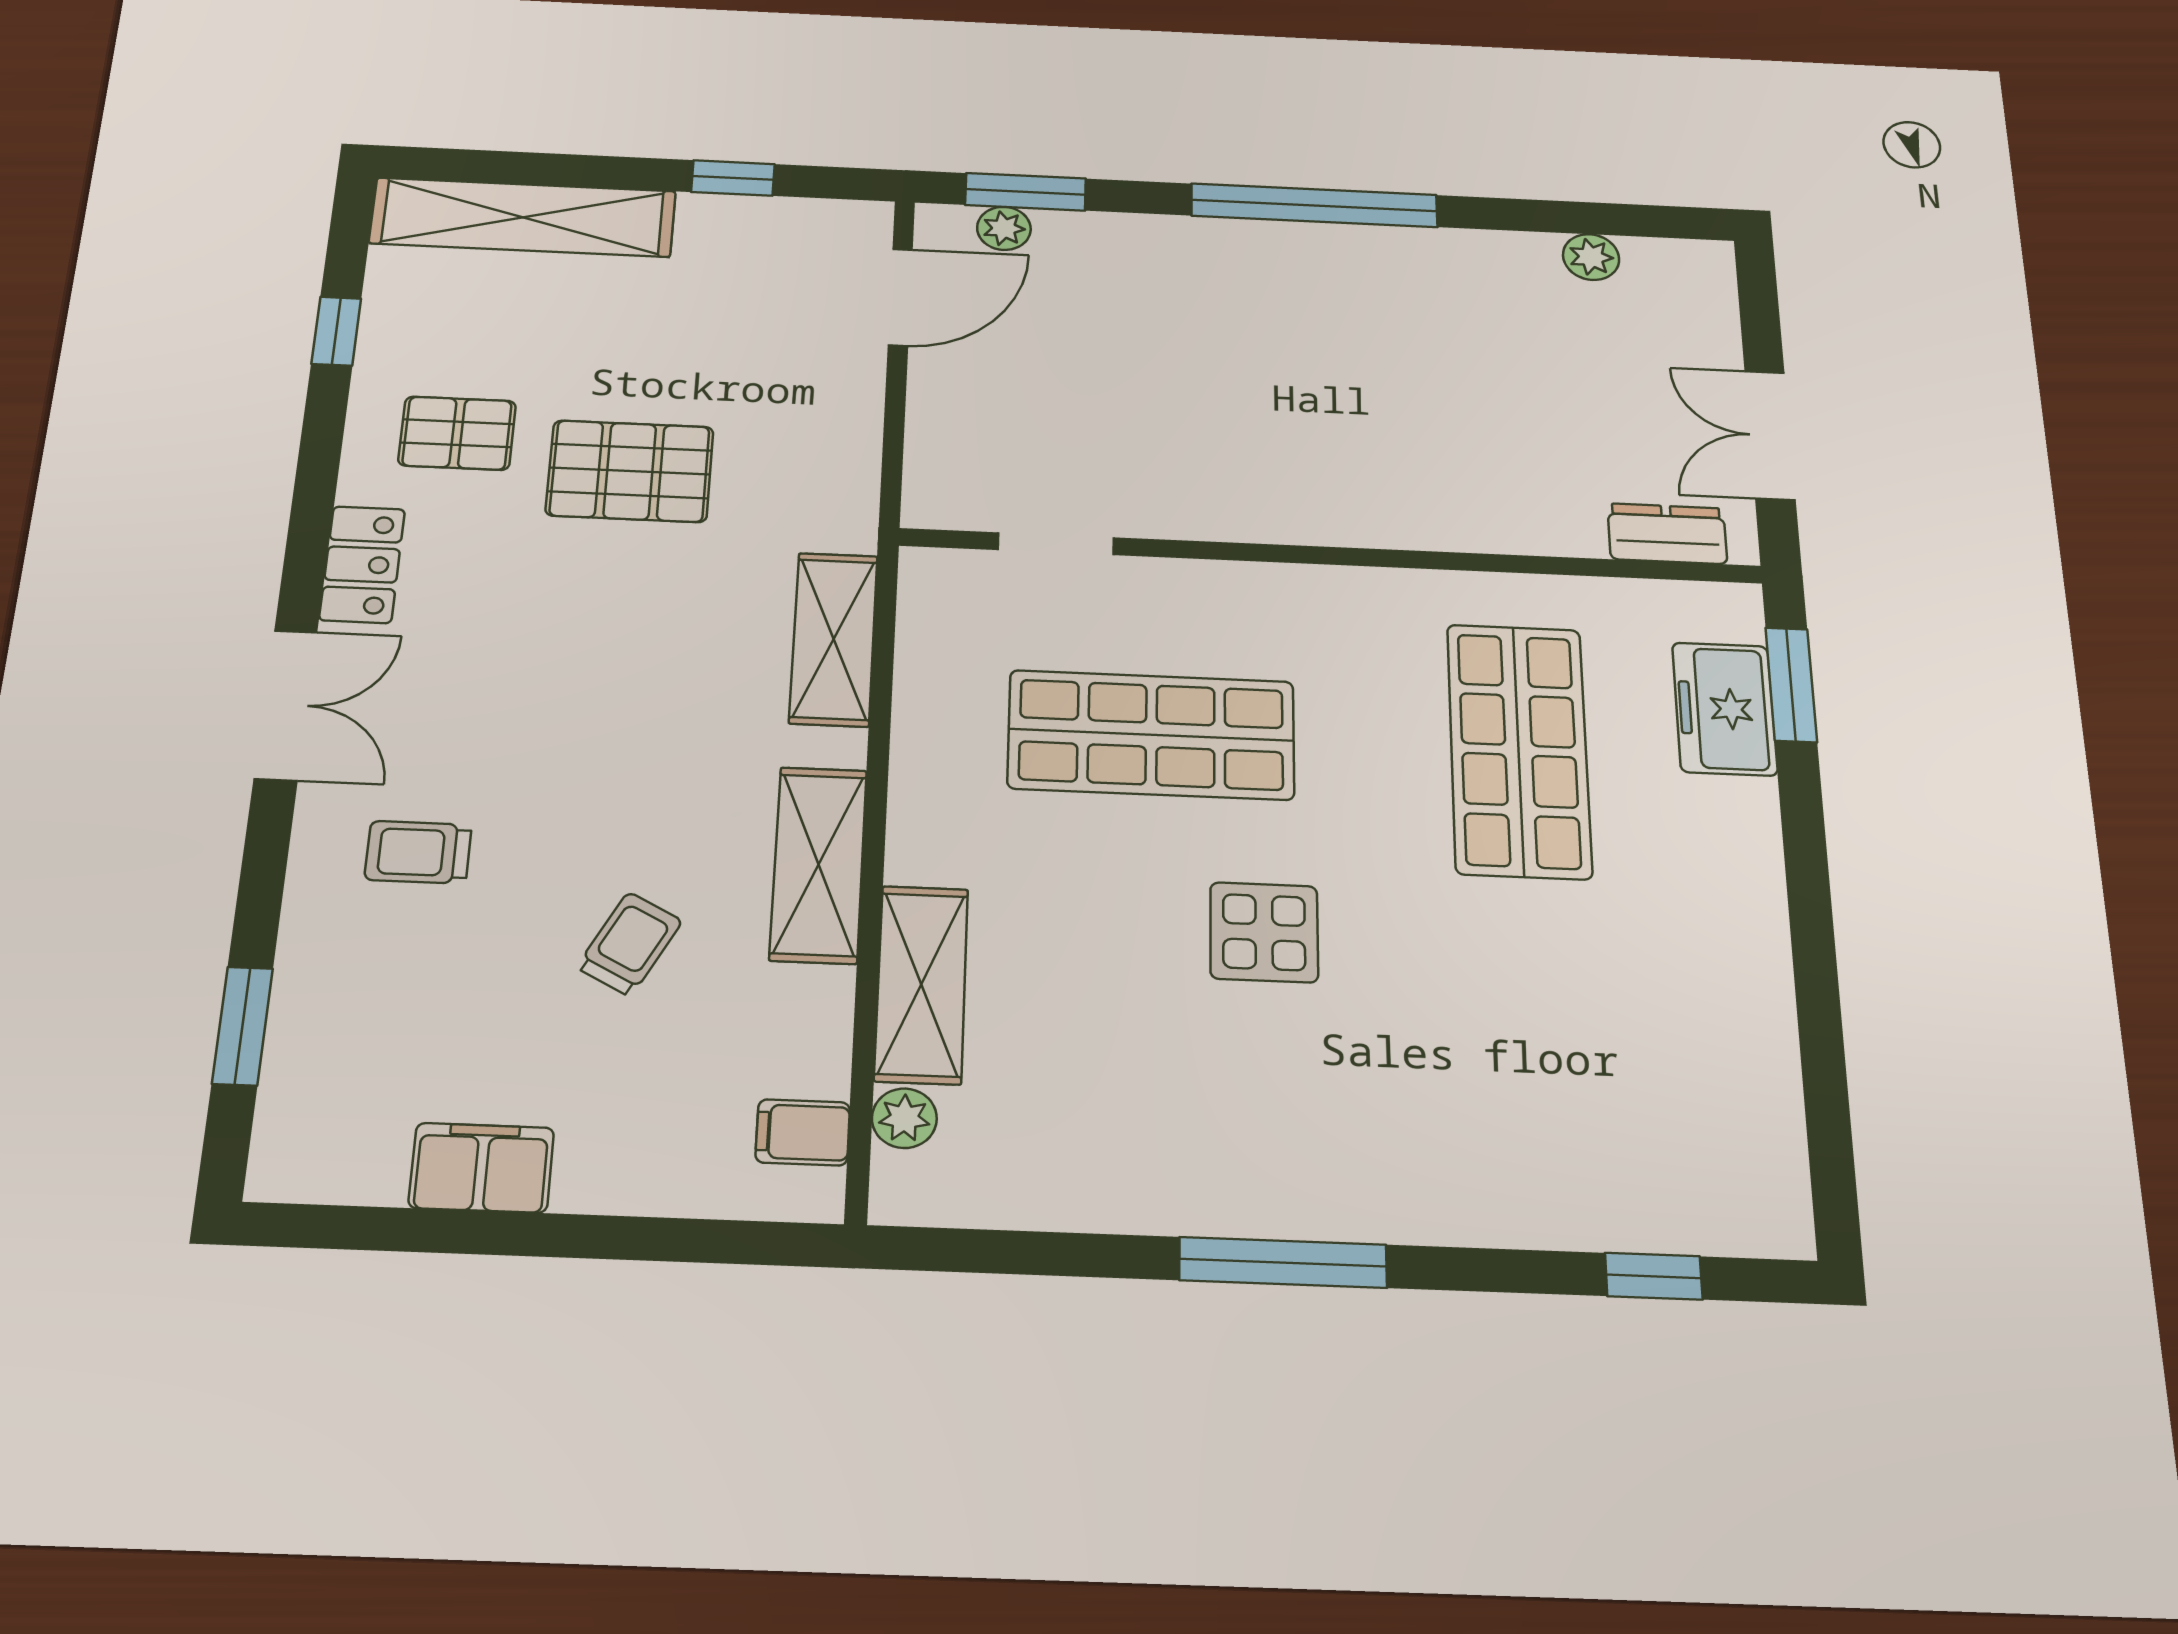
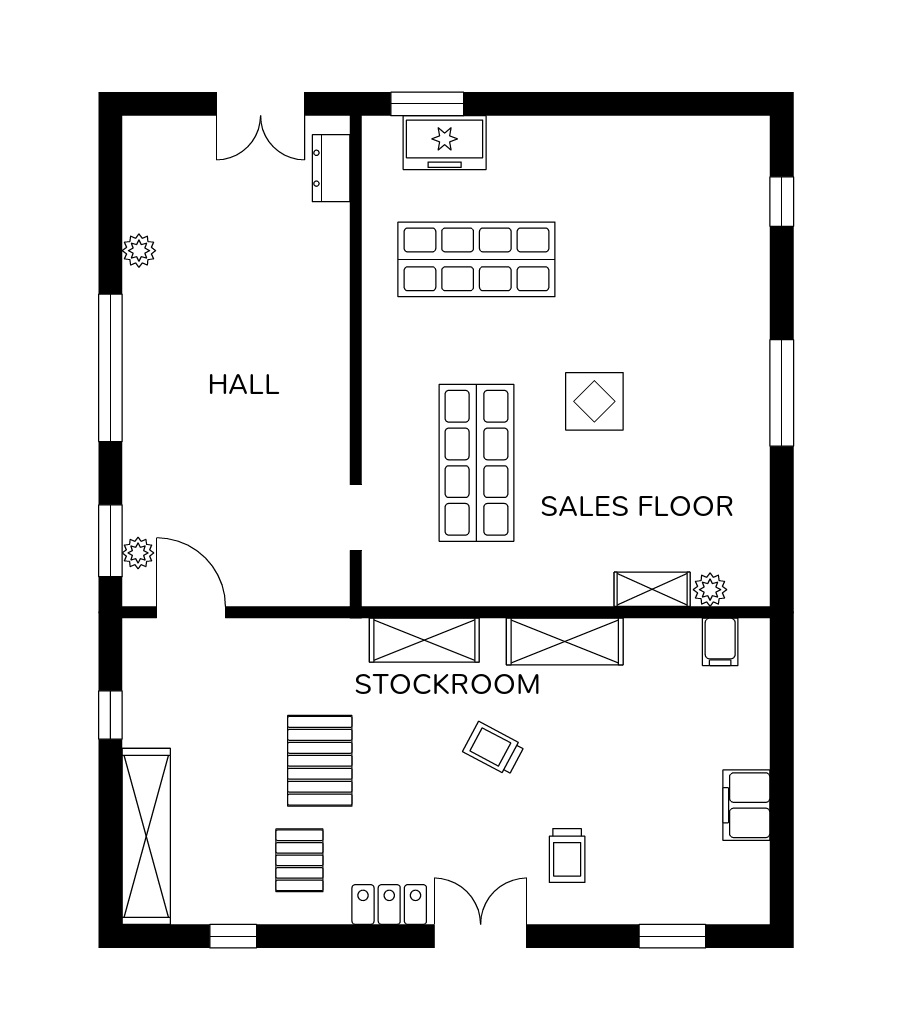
plant: (1591, 257) -> (139, 251), moved
trolley: (629, 944) -> (494, 749), moved
shelving: (921, 984) -> (652, 589), width x0.67, depth x0.75

